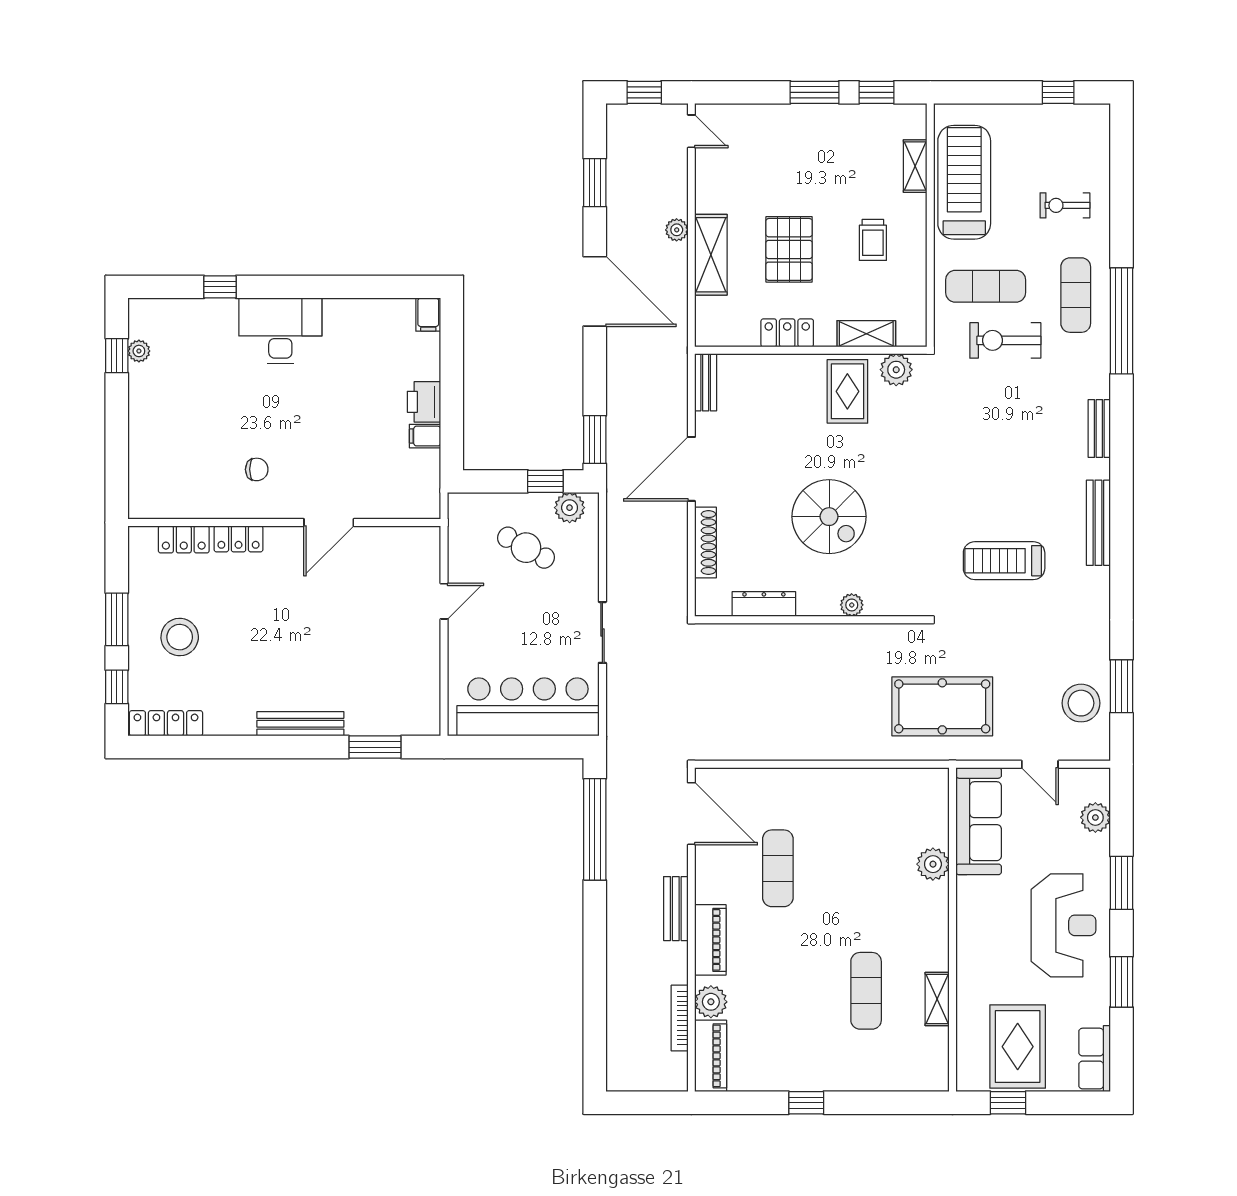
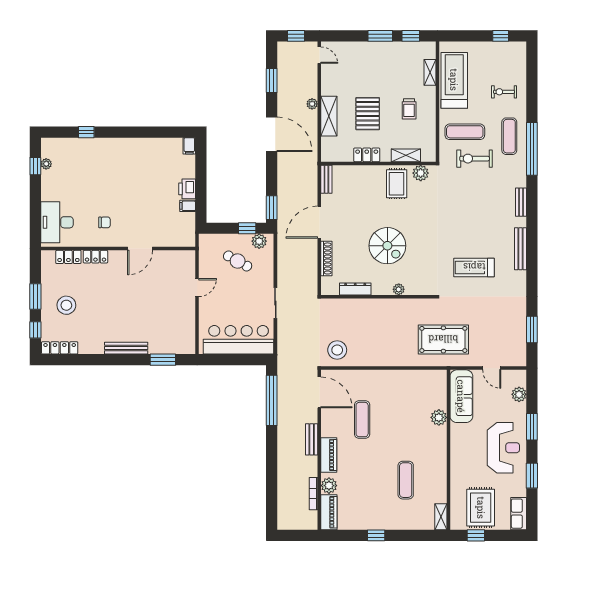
desk: (280, 331) -> (57, 222), moved, turned -90
stool: (1081, 703) -> (337, 350), moved
shelving: (937, 999) -> (441, 517), moved

